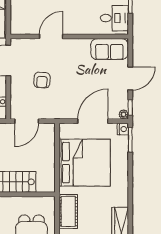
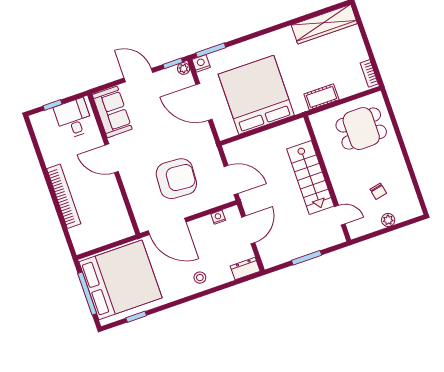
door: (51, 36) -> (112, 158), moved
armchair: (42, 80) -> (176, 179), width x1.88, depth x1.88
cot: (68, 211) -> (321, 97), width x0.73, depth x0.75

